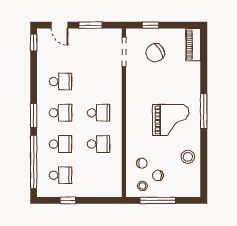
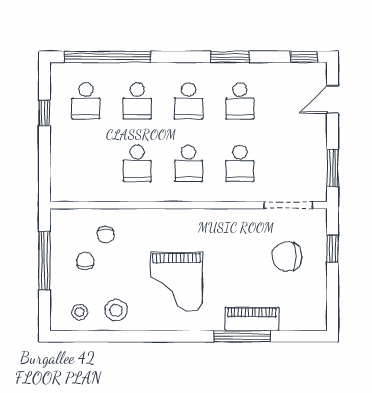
window: (91, 25) -> (333, 168), moved
piano: (193, 45) -> (252, 319), moved
chair: (155, 53) -> (287, 257), turned -59
school desk: (98, 82) -> (240, 163), added
window: (204, 111) -> (242, 336), moved
window: (34, 116) -> (230, 57), moved
stool: (142, 186) -> (80, 312), moved

